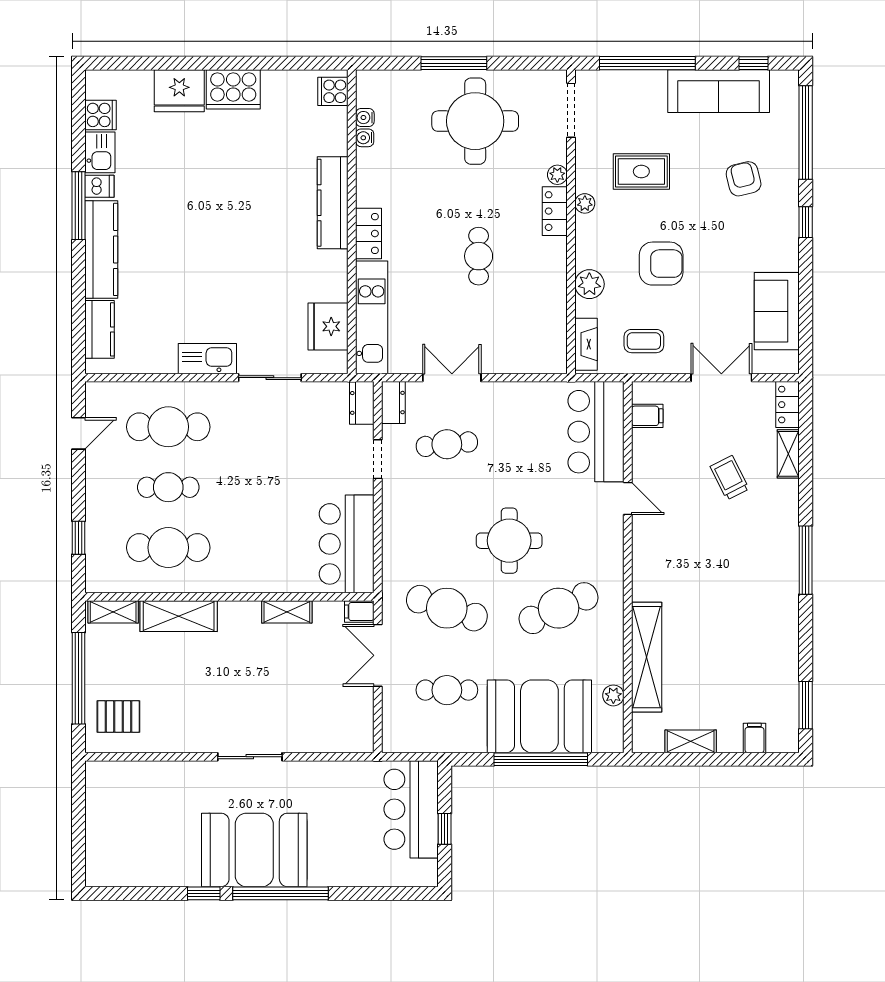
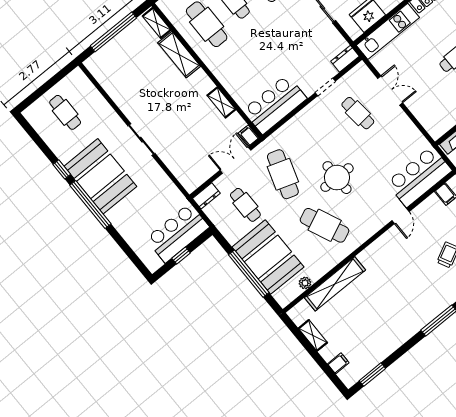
dresser: (393, 403) -> (206, 196), moved
pallet: (118, 717) -> (111, 64), removed
cafe table: (132, 828) -> (65, 112), added

